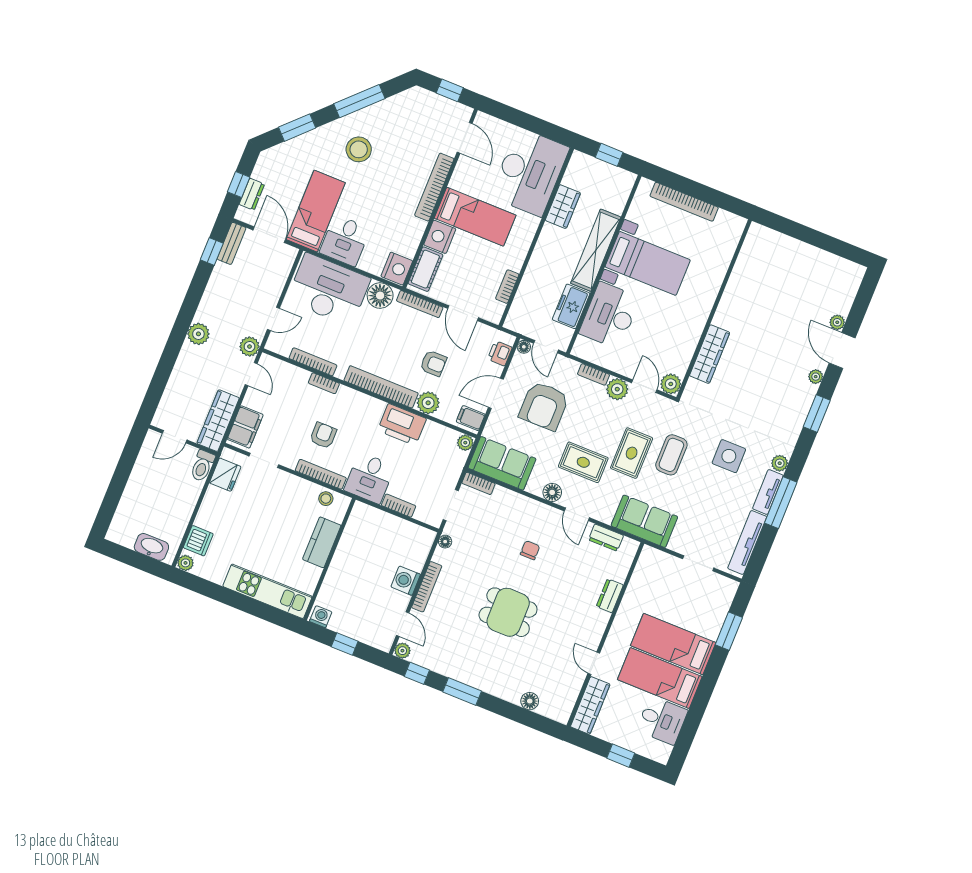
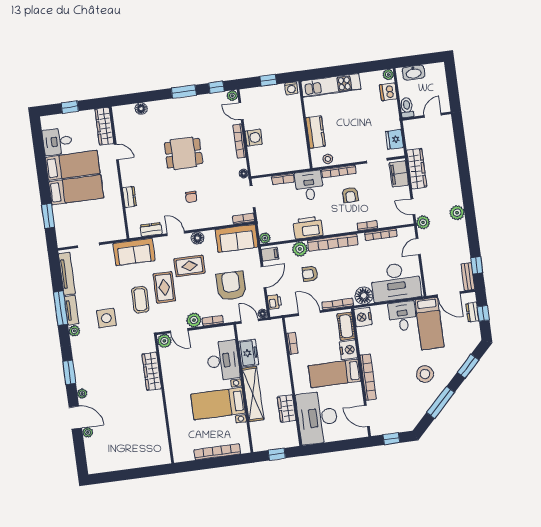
door: (175, 437) -> (433, 115), moved
wall: (183, 440) -> (427, 116), moved
toilet: (202, 466) -> (407, 108), moved

